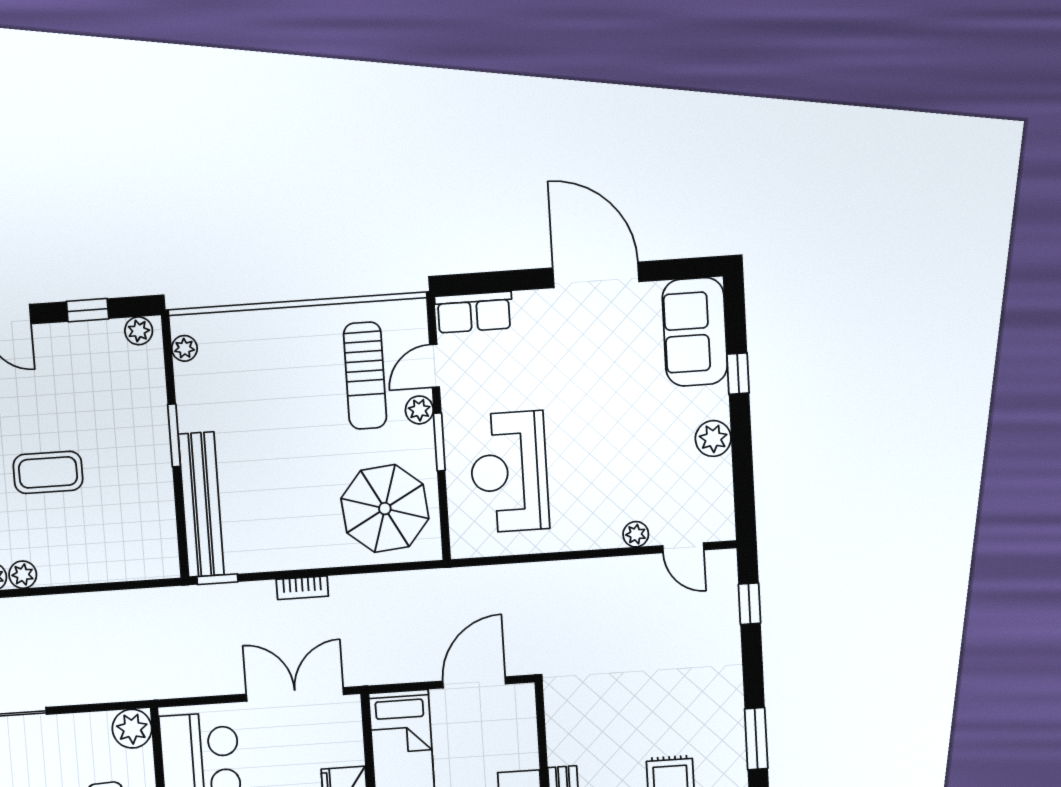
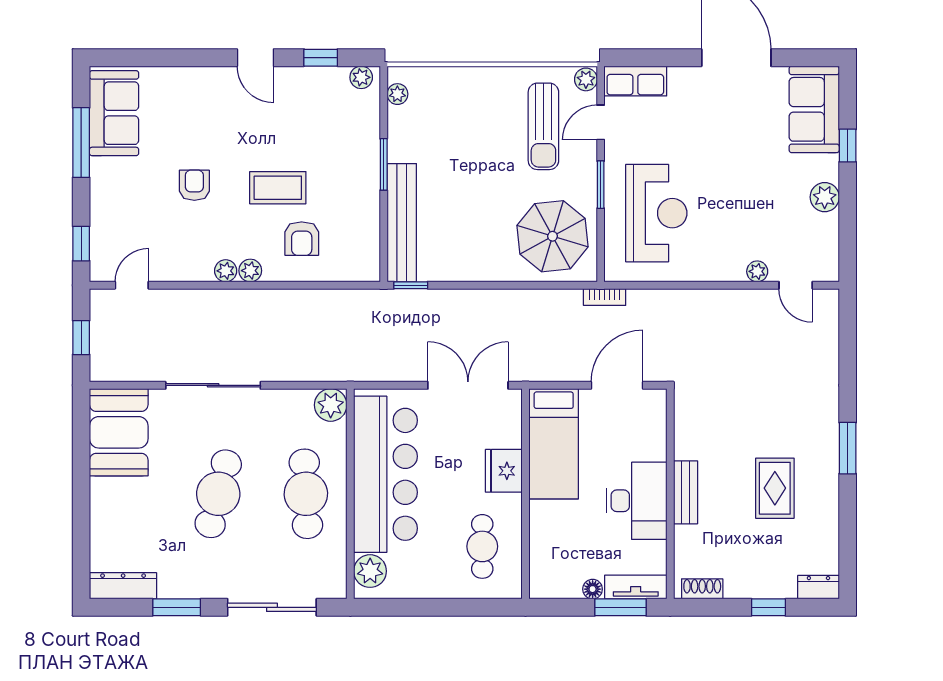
plant: (419, 410) -> (586, 79), moved
reception desk: (509, 472) -> (656, 213), turned 180
armchair: (82, 532) -> (302, 239), added
bookcase: (302, 588) -> (605, 297), moved
window: (749, 604) -> (848, 335), removed

